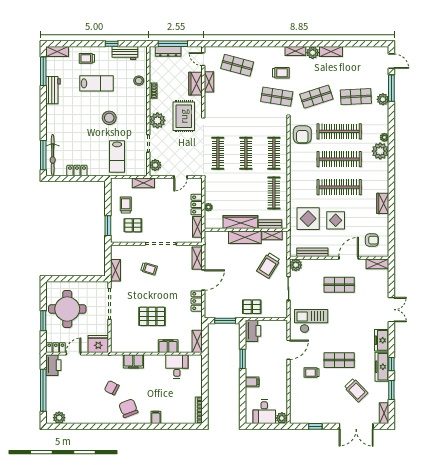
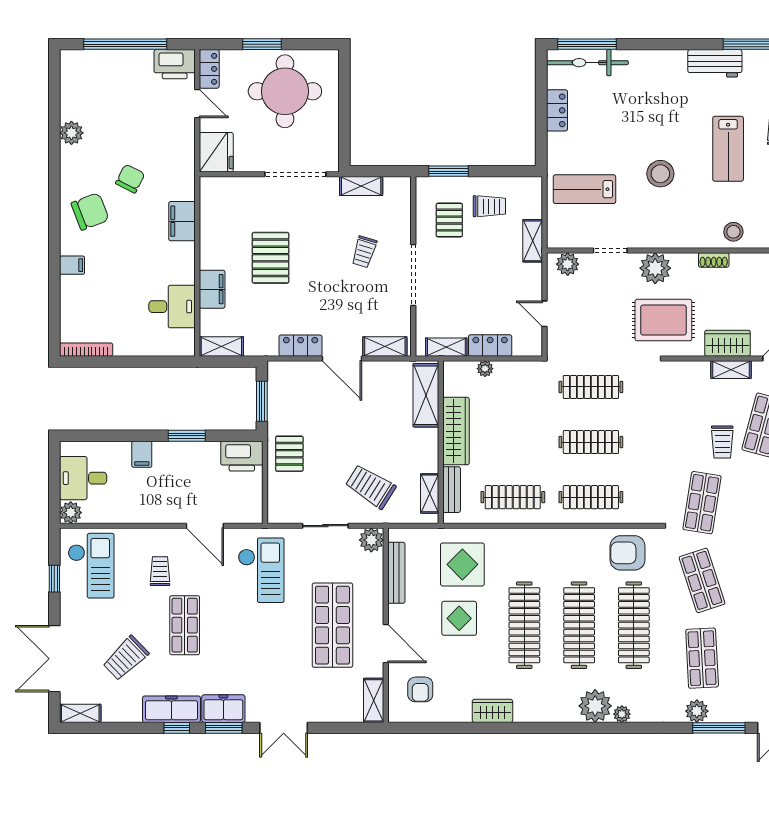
trolley: (281, 73) -> (722, 442), moved
shelving: (245, 237) -> (426, 395), moved
shop shelf: (339, 285) -> (332, 625), width x1.43, depth x1.36
window: (391, 390) -> (224, 728), moved
checkout: (309, 408) -> (91, 566), added
plant: (59, 418) -> (71, 133), moved

